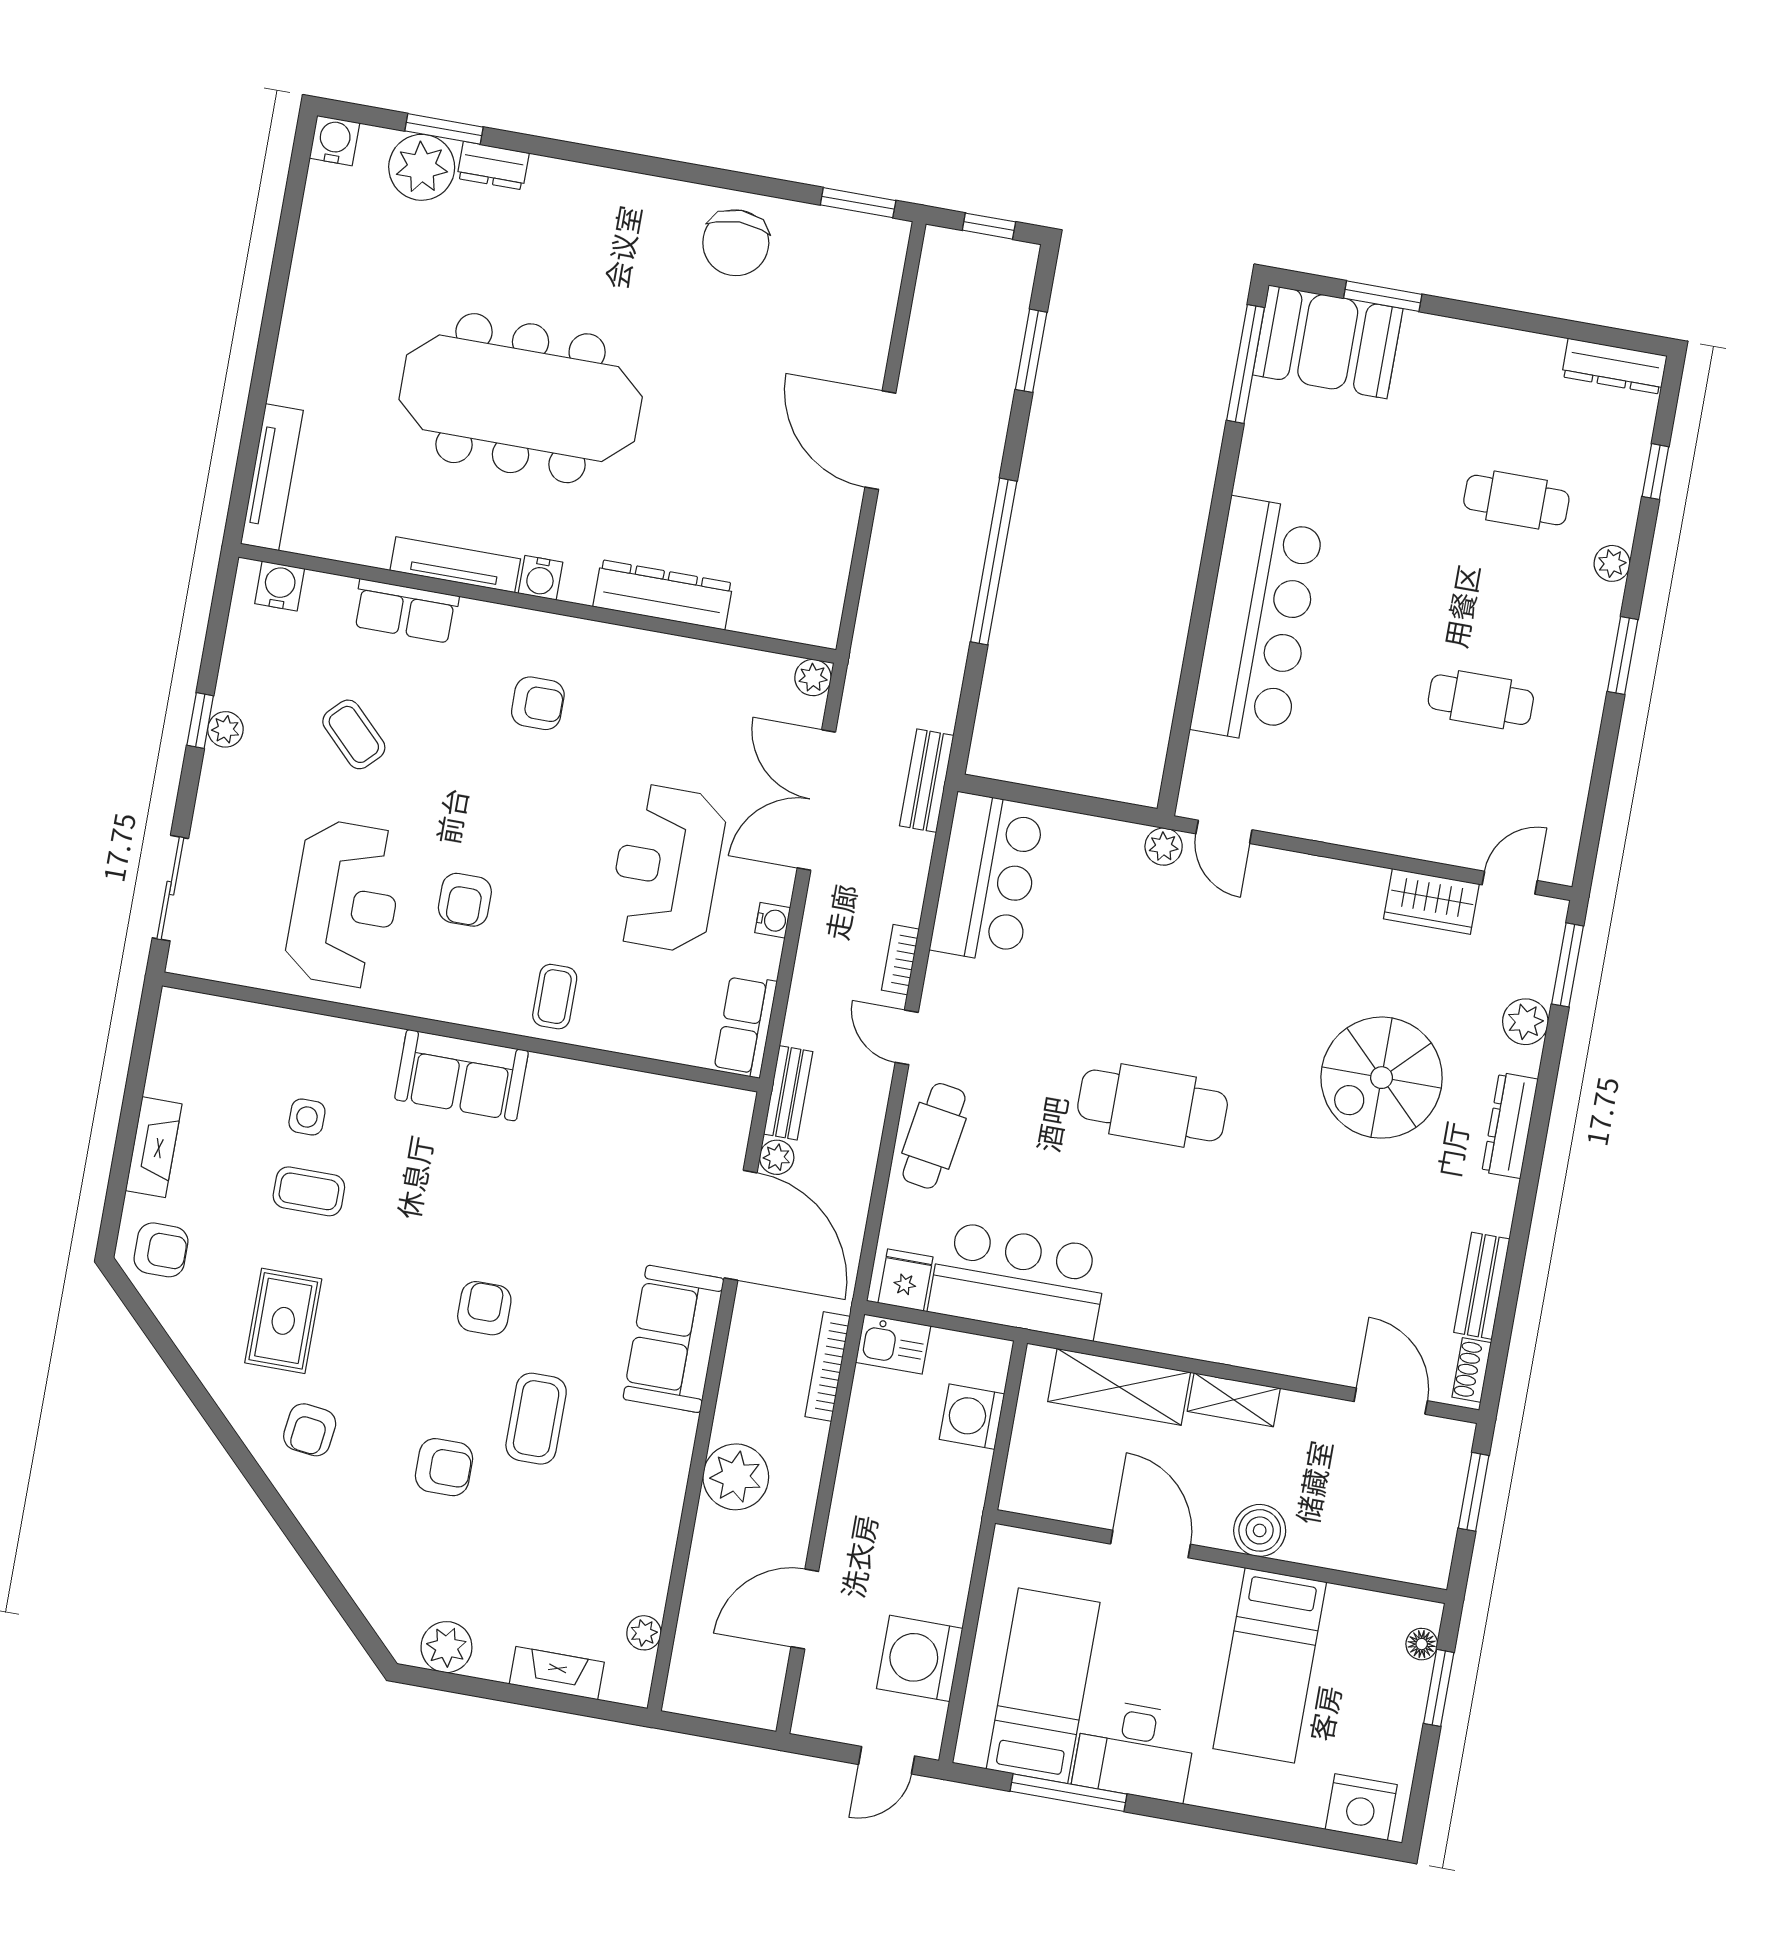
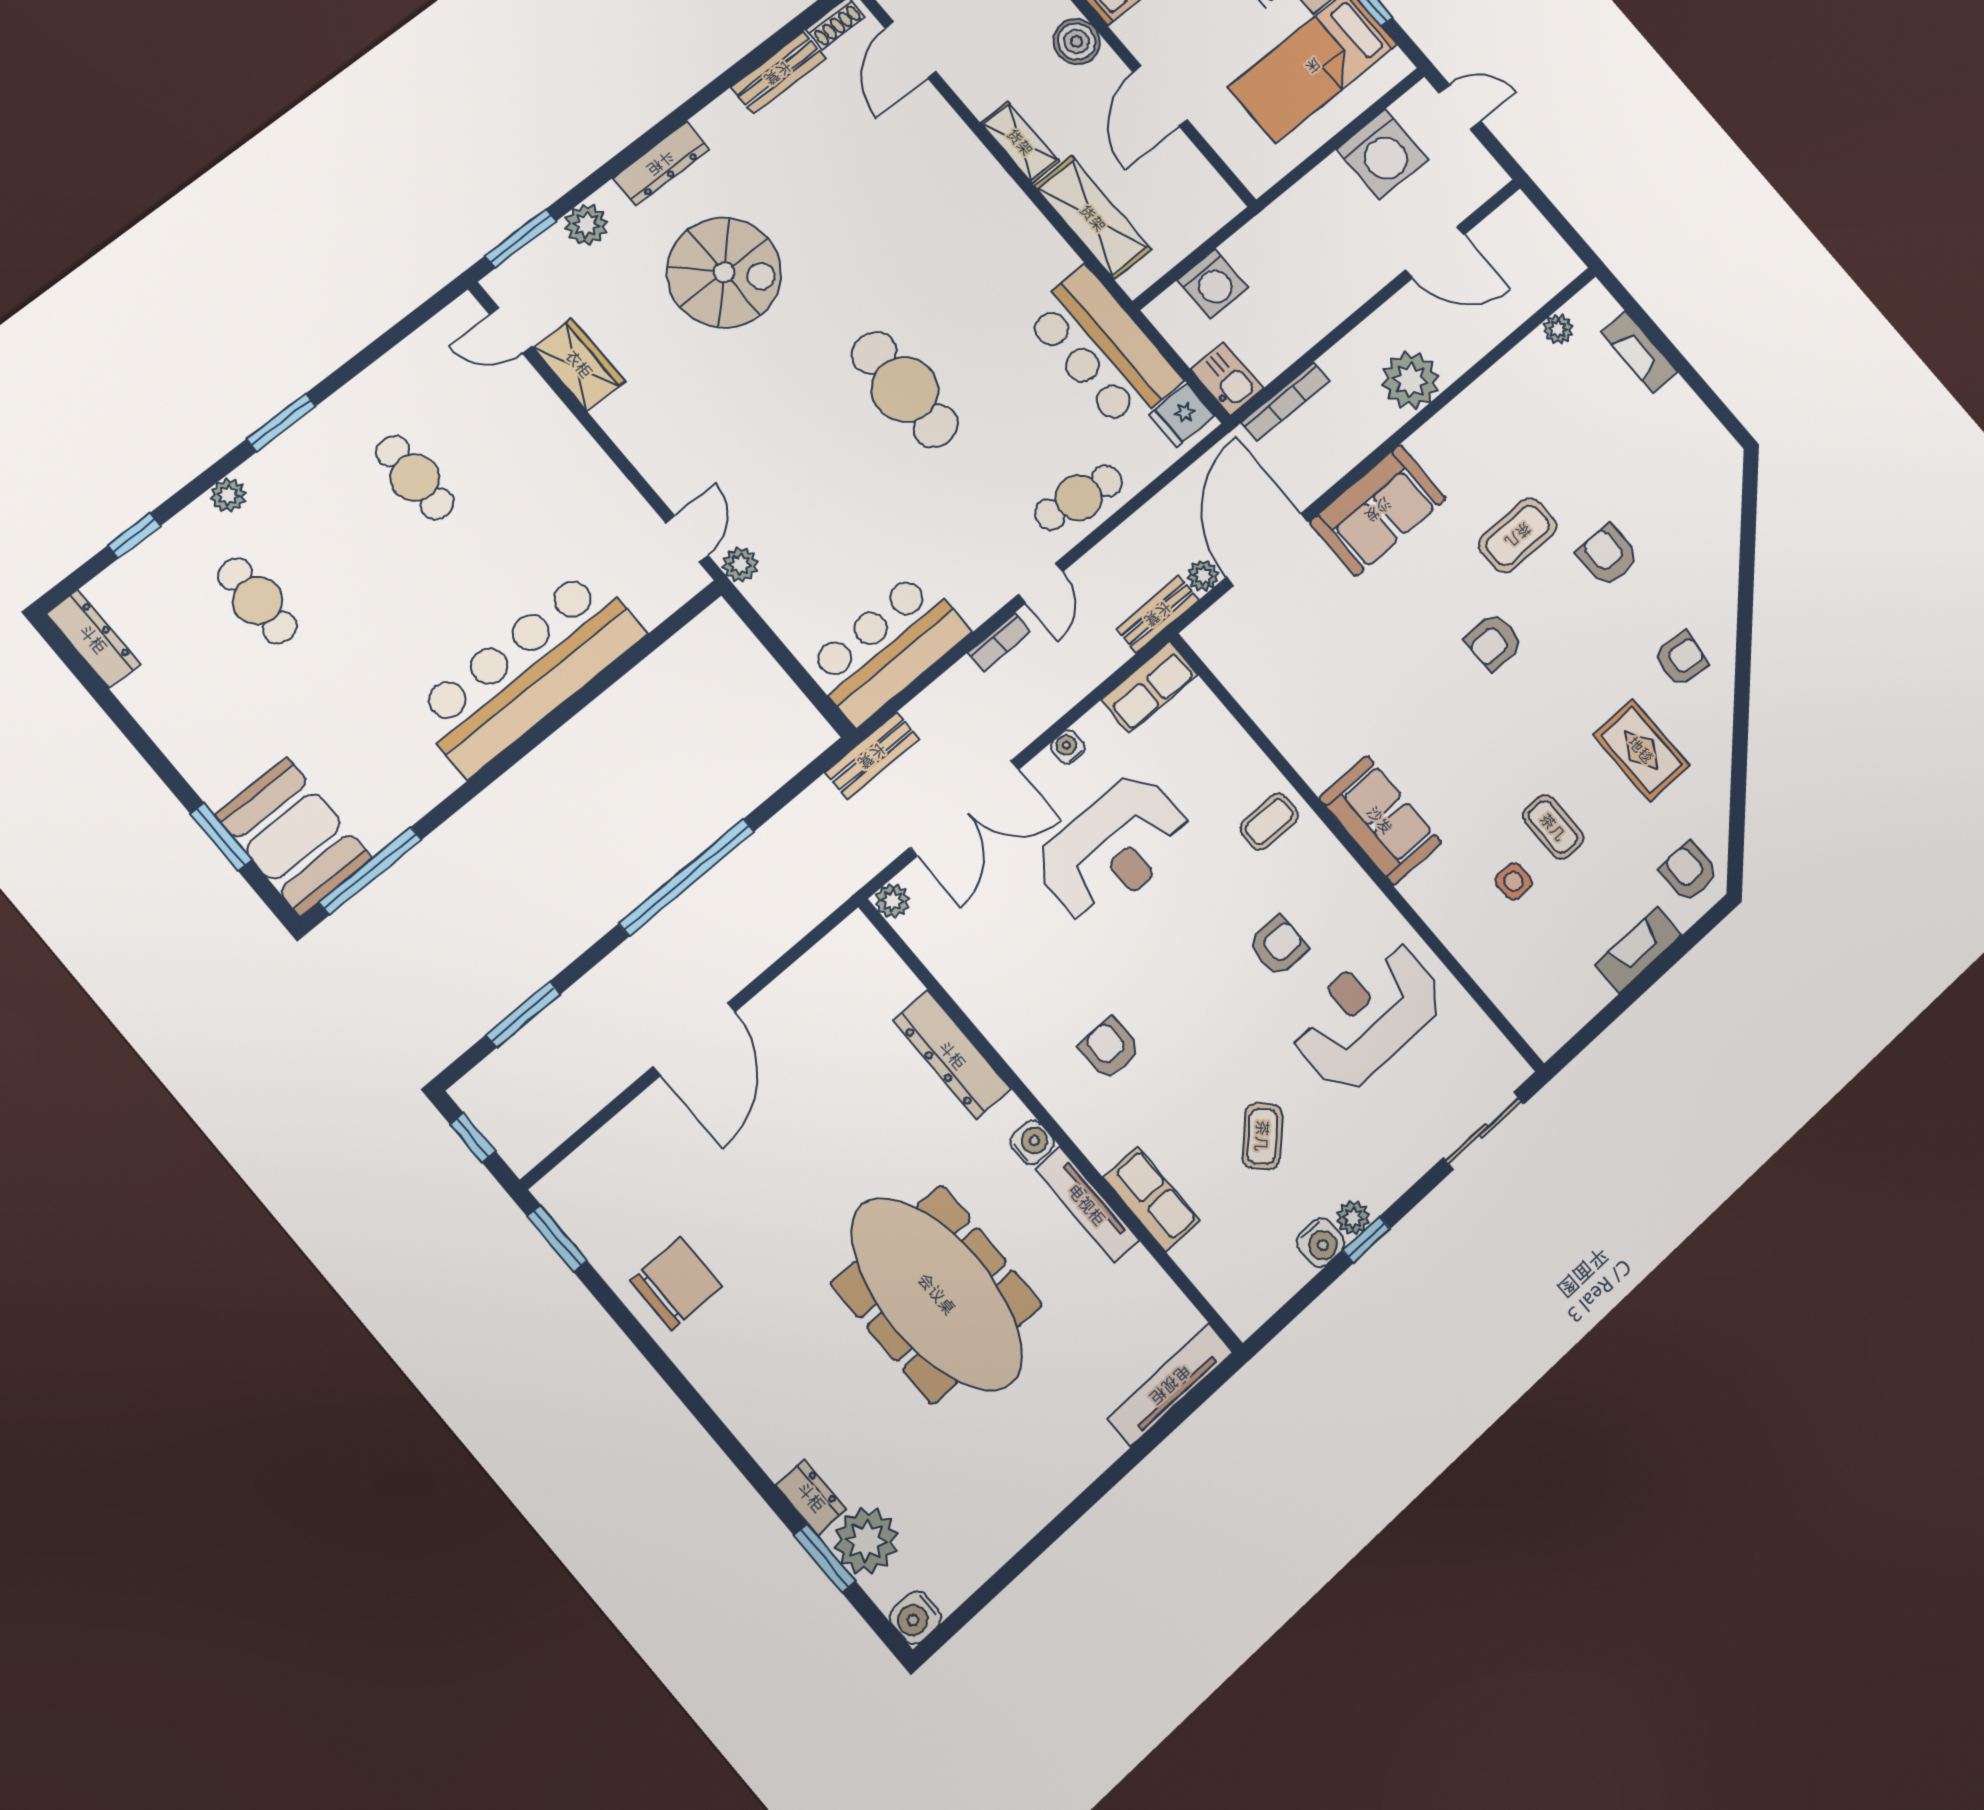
water cooler: (280, 586) -> (1321, 1243), moved, turned -90
rug: (283, 1321) -> (1641, 750), turned 90
plant: (446, 1647) -> (1701, 432), removed

